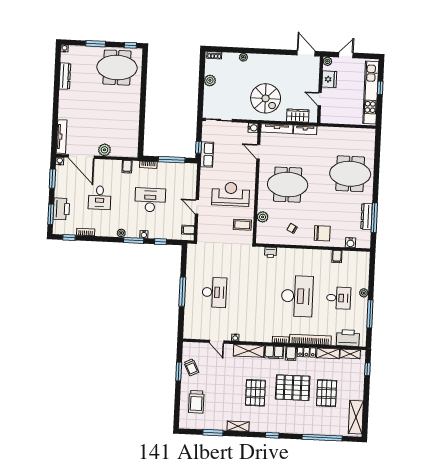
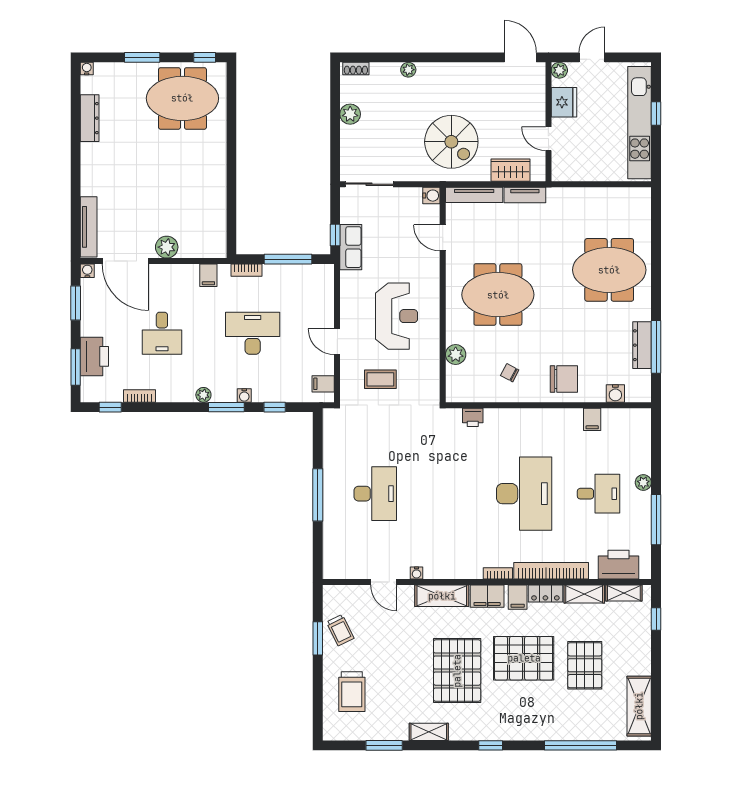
reception desk: (231, 194) -> (397, 316), turned 90
coffee table: (242, 225) -> (380, 379), moved
pallet: (255, 393) -> (457, 671), width x1.37, depth x1.41

